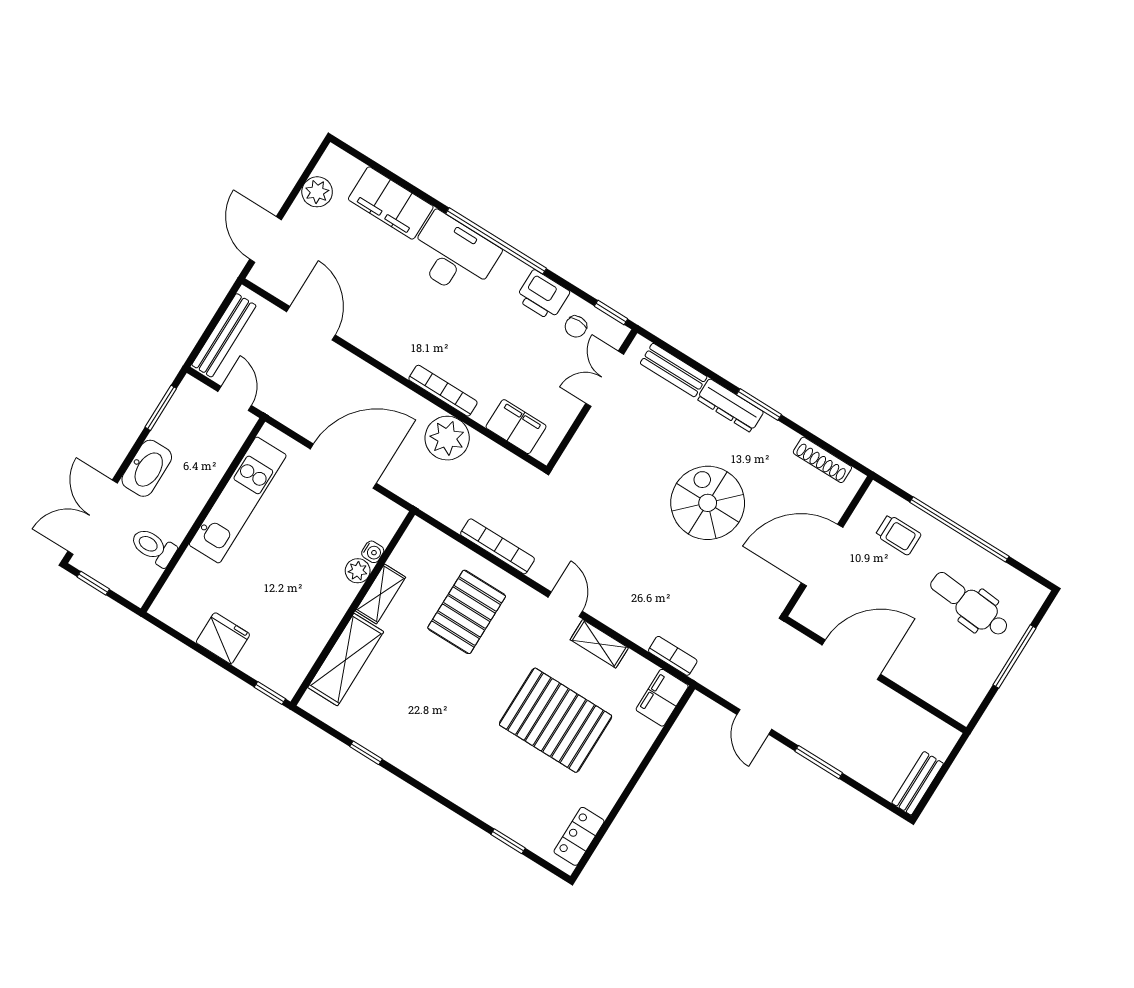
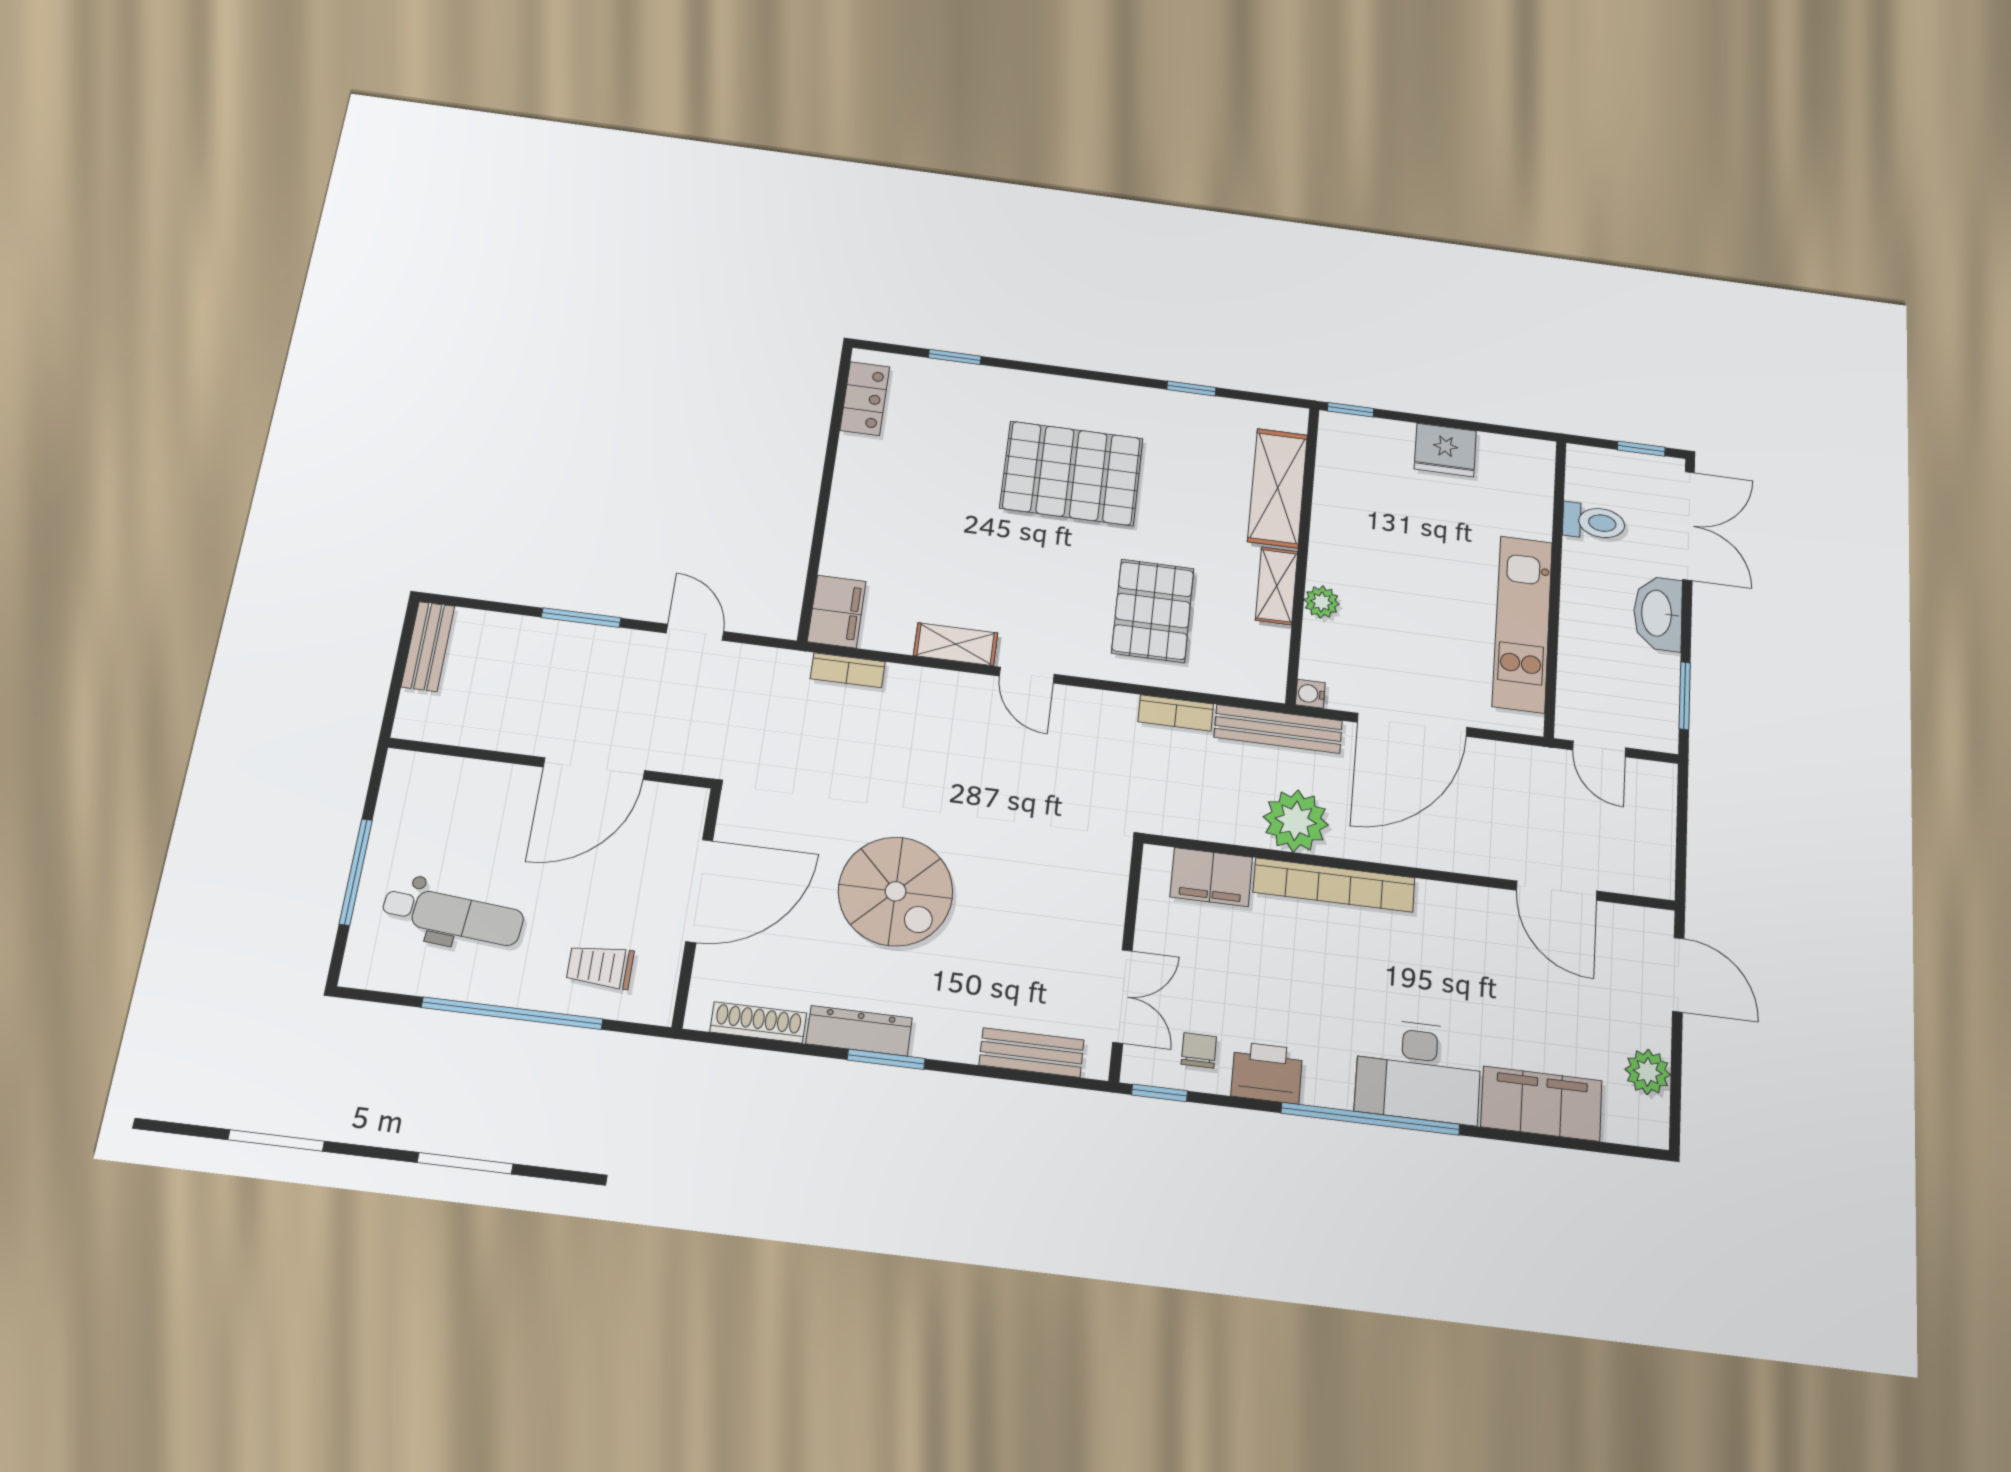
bench: (224, 335) -> (1278, 729), moved, turned 90
bookcase: (443, 391) -> (1334, 885), width x1.48, depth x1.31
dresser: (730, 406) -> (859, 1031), moved
bookcase: (497, 546) -> (1176, 713), width x0.64
water cooler: (373, 552) -> (1310, 694), moved
pallet: (556, 720) -> (1072, 473), moved

